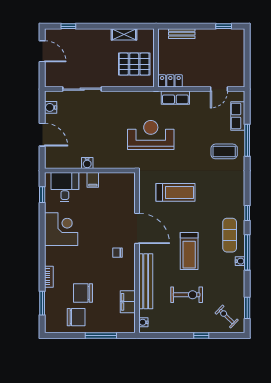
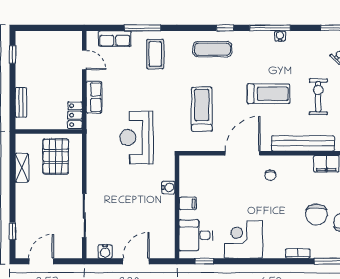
row of seats: (175, 98) -> (94, 97), moved
water cooler: (87, 163) -> (168, 187), moved
exercise mat: (230, 235) -> (212, 49), moved

